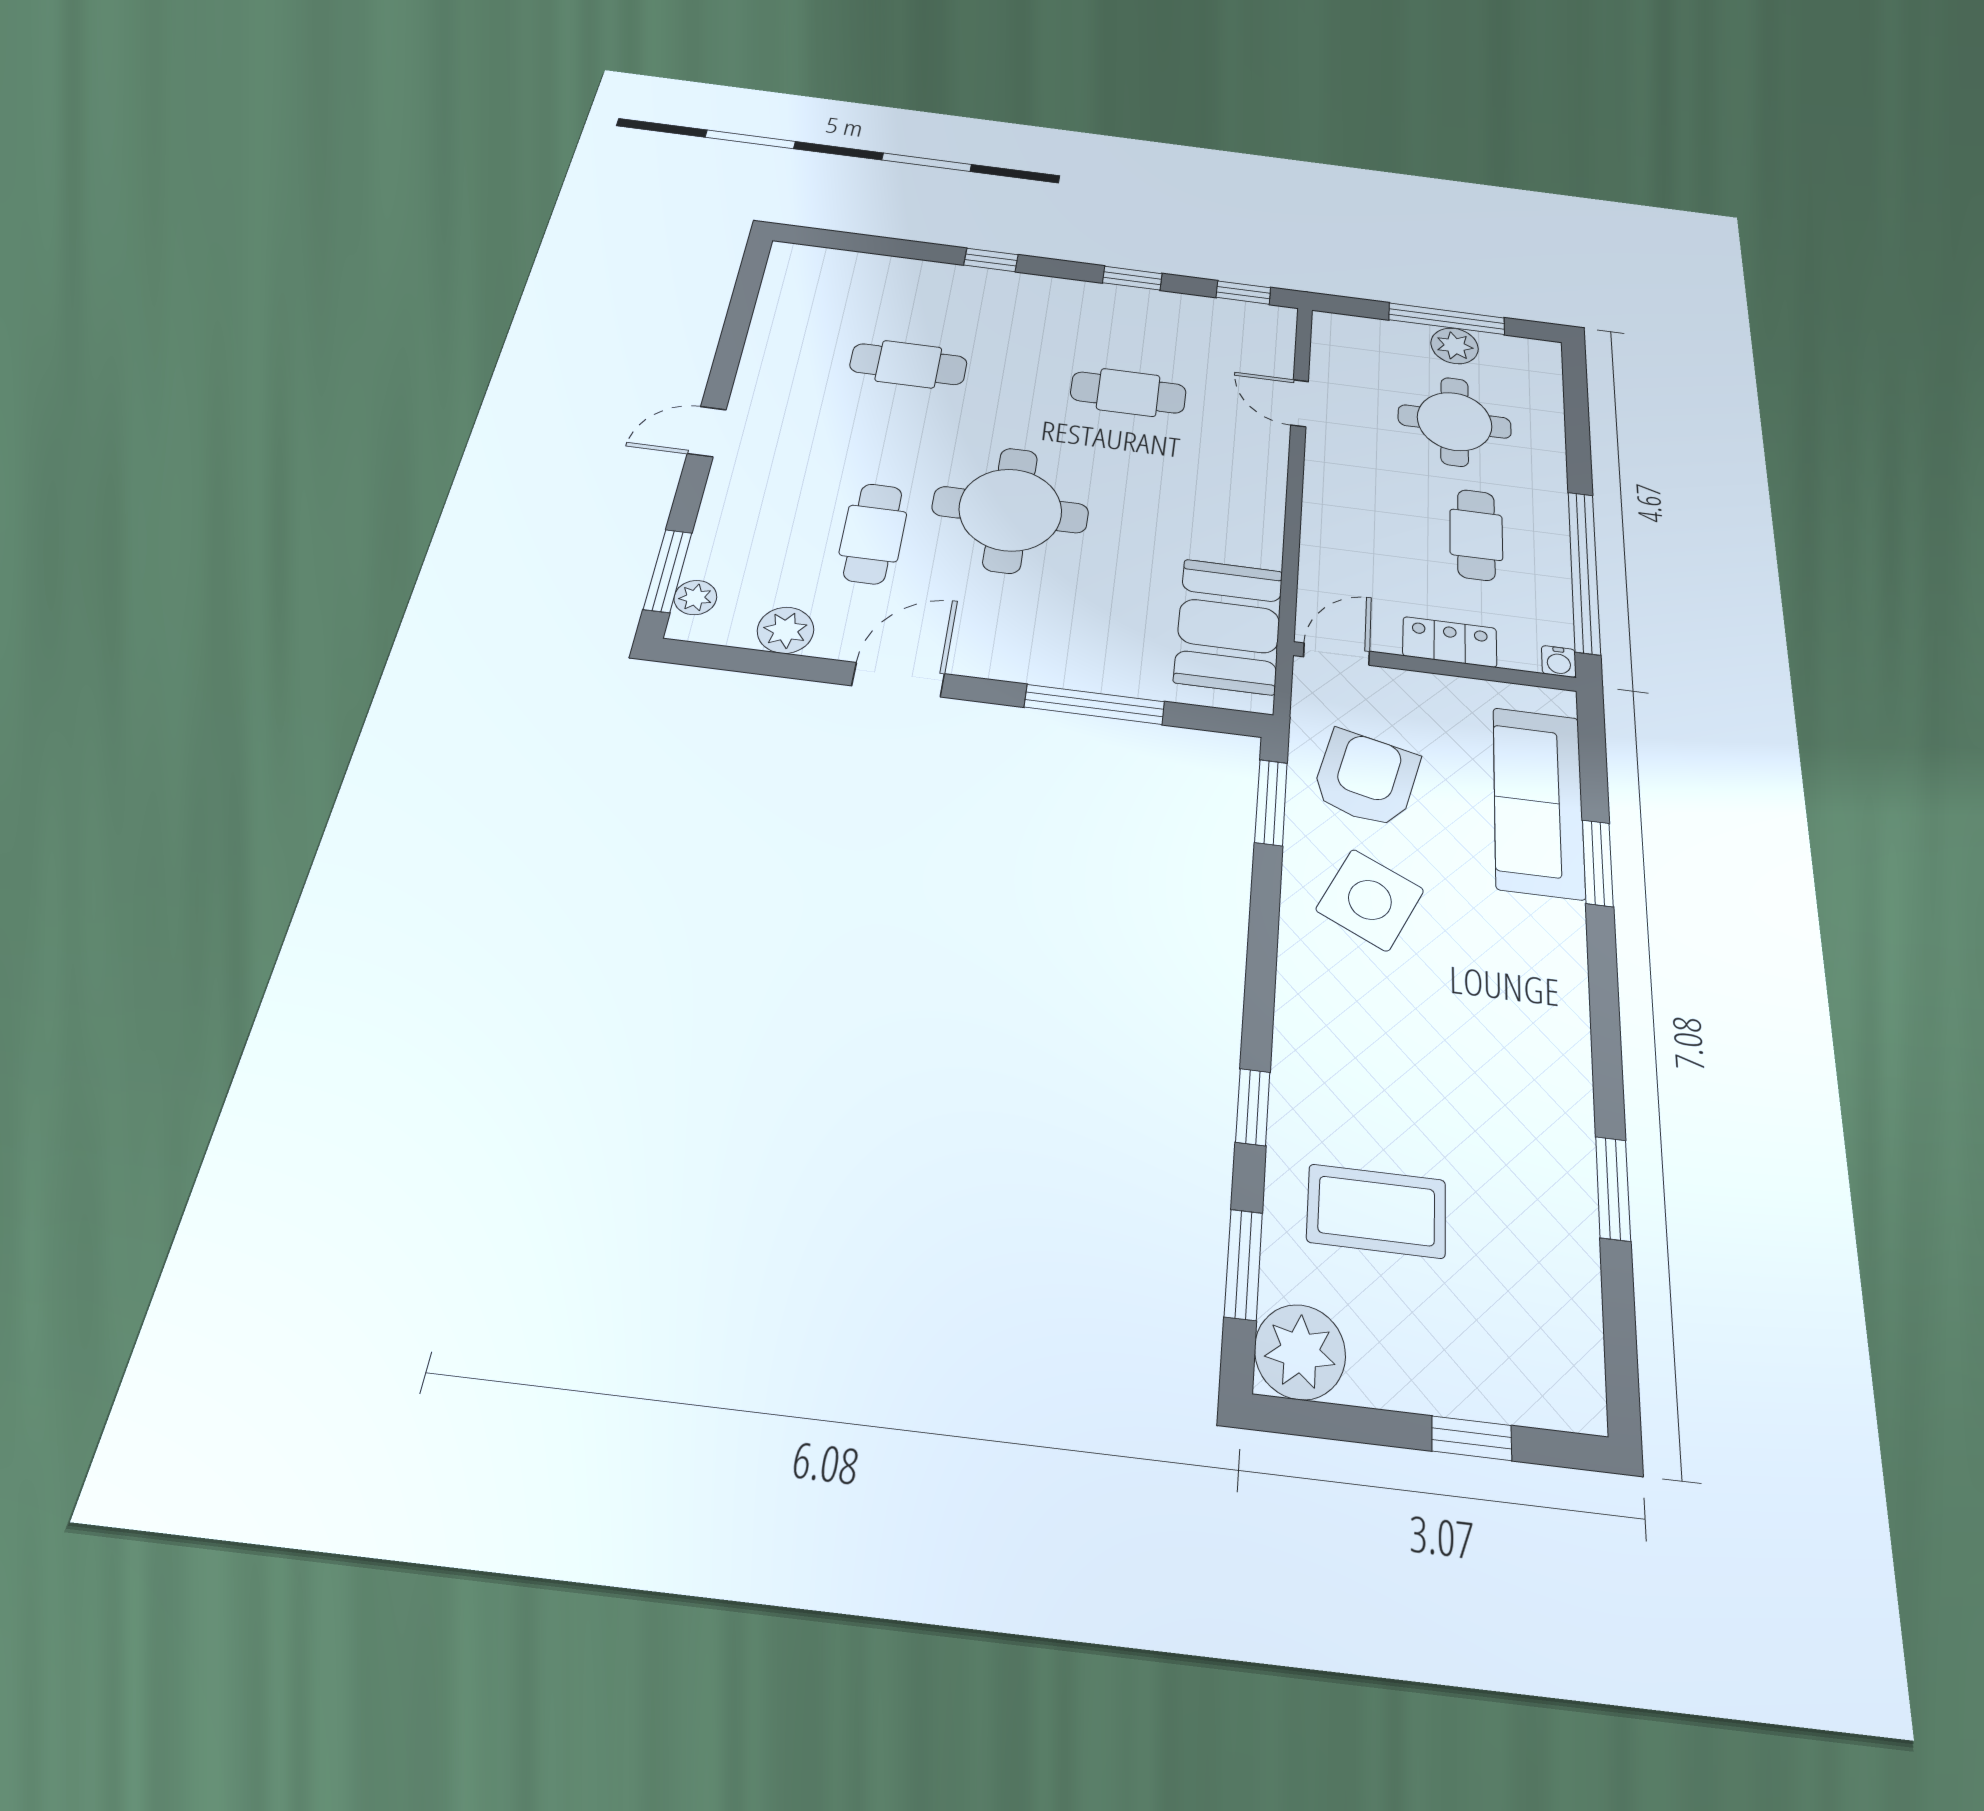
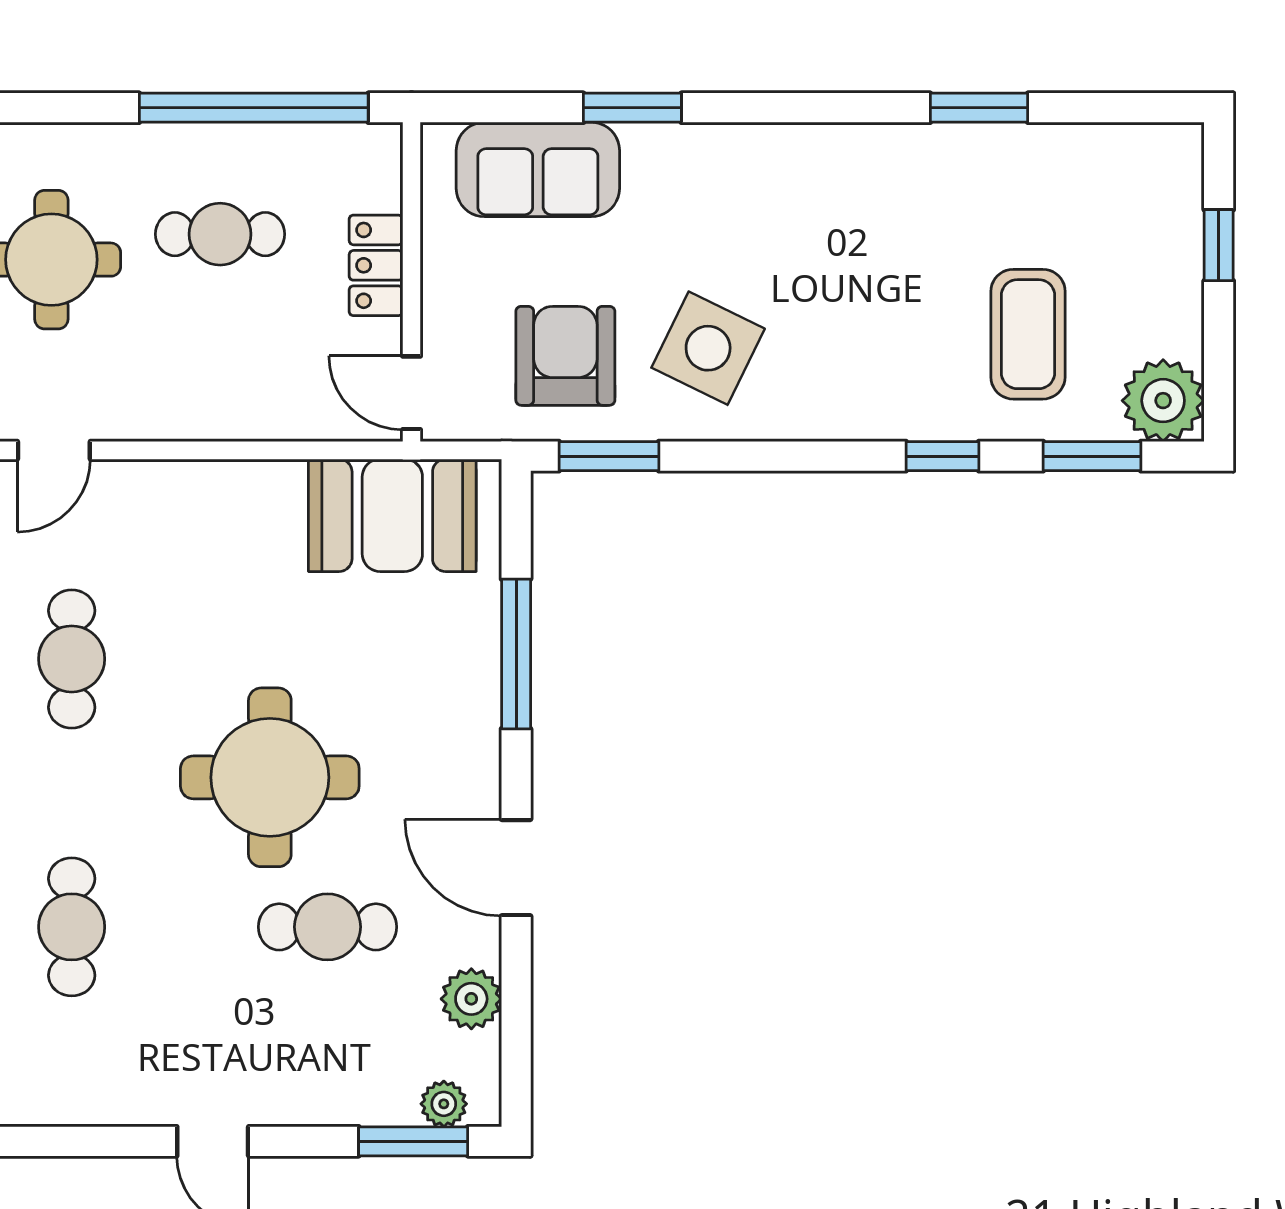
water cooler: (1559, 661) -> (384, 141), removed
armchair: (1366, 778) -> (565, 356), turned 76
sofa: (1538, 802) -> (538, 169), width x0.73

